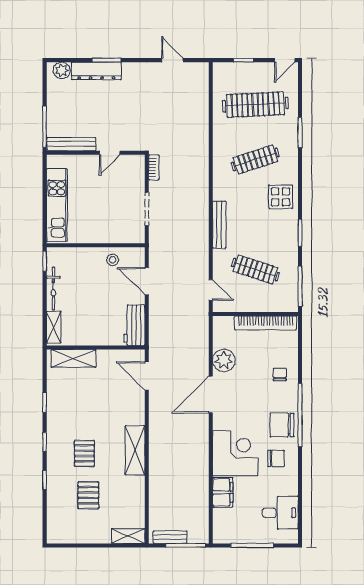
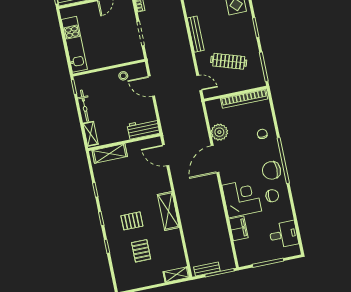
workbench: (134, 325) -> (143, 129), moved, turned 90
pallet: (84, 453) -> (132, 221), turned 90

